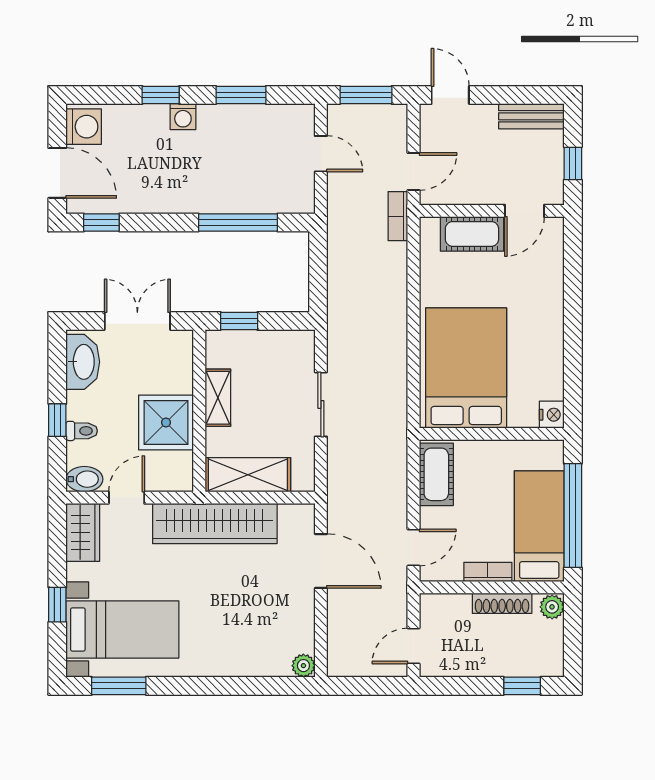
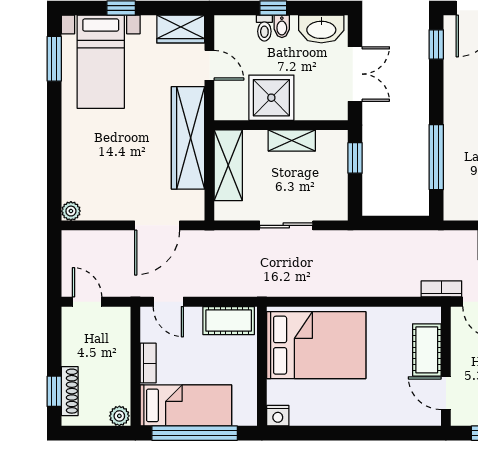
bidet: (84, 479) -> (282, 26), moved, width x0.72, depth x0.74
shoe rack: (502, 603) -> (70, 391), moved, turned 180

